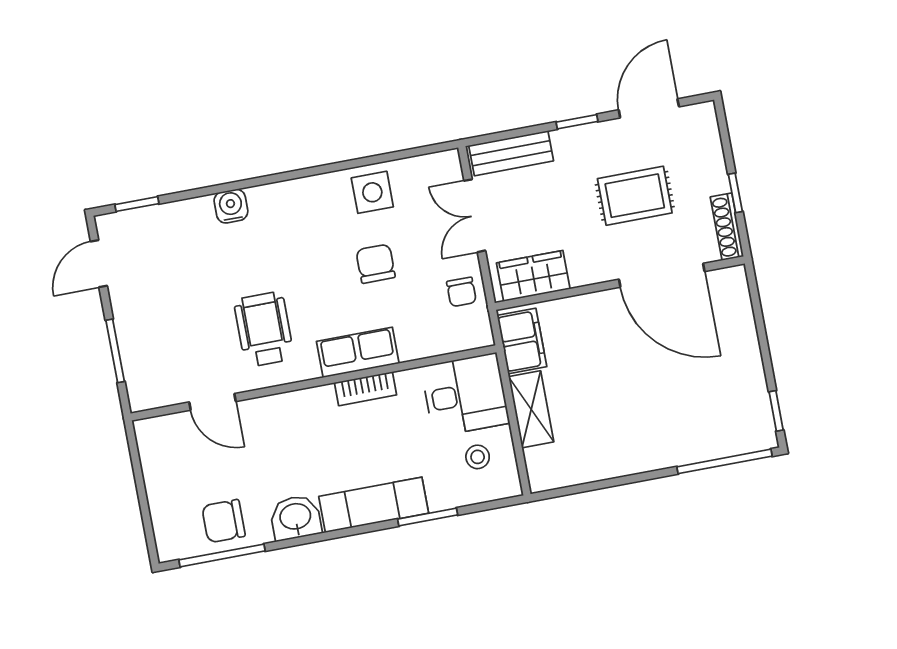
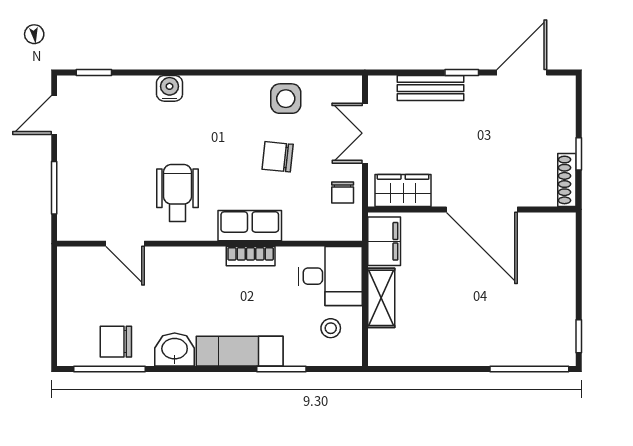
bench: (511, 153) -> (430, 88), moved
rug: (635, 196) -> (497, 141), removed
chair: (376, 264) -> (278, 157), turned -84
door: (662, 275) -> (482, 209), moved

